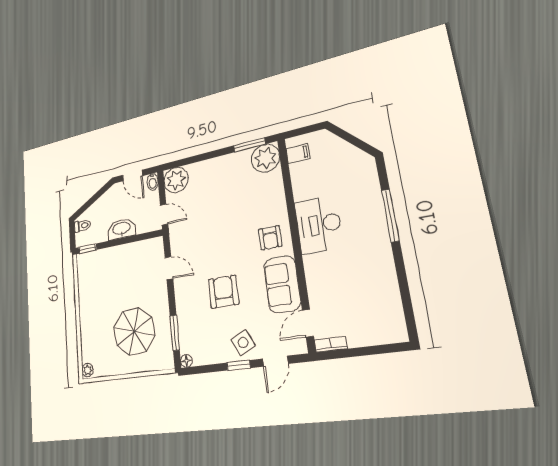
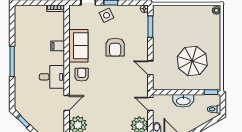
window: (355, 141) -> (23, 122), added
filing cabinet: (298, 154) -> (58, 46), moved
window: (390, 216) -> (12, 61), moved
desk: (319, 225) -> (52, 77), width x0.73
door: (308, 323) -> (67, 103), moved
parasol: (134, 331) -> (192, 61), moved

